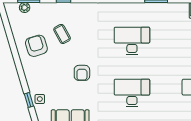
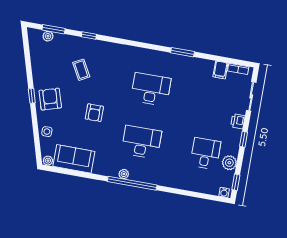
armchair: (36, 46) -> (50, 99), moved
window: (29, 100) -> (32, 96), moved

